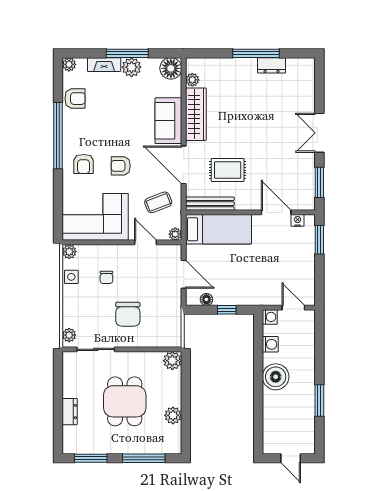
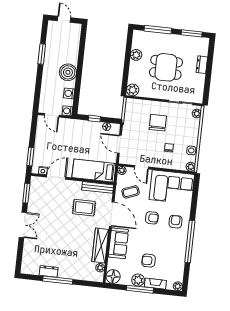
armchair: (75, 99) -> (149, 261), moved
door: (276, 212) -> (56, 177), swing flipped
dining table: (125, 401) -> (166, 67), turned 90

